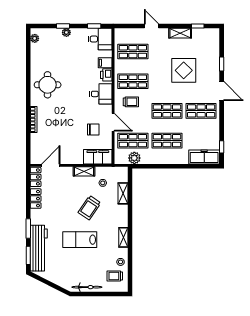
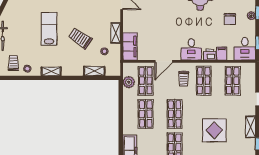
chair: (93, 130) -> (230, 19), moved

